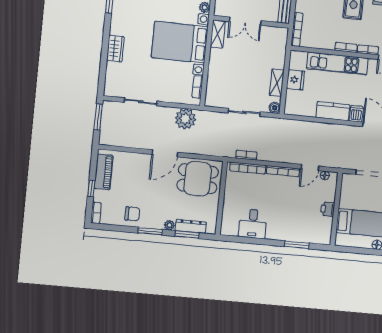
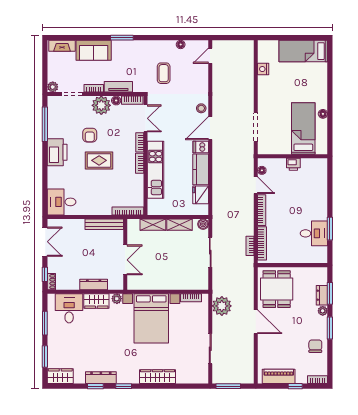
shelving: (218, 34) -> (153, 225), moved
wardrobe: (115, 49) -> (157, 377), width x1.50
fridge: (296, 80) -> (201, 195), moved, turned -90
dresser: (191, 226) -> (322, 295), width x0.70
window: (297, 245) -> (330, 229), moved

